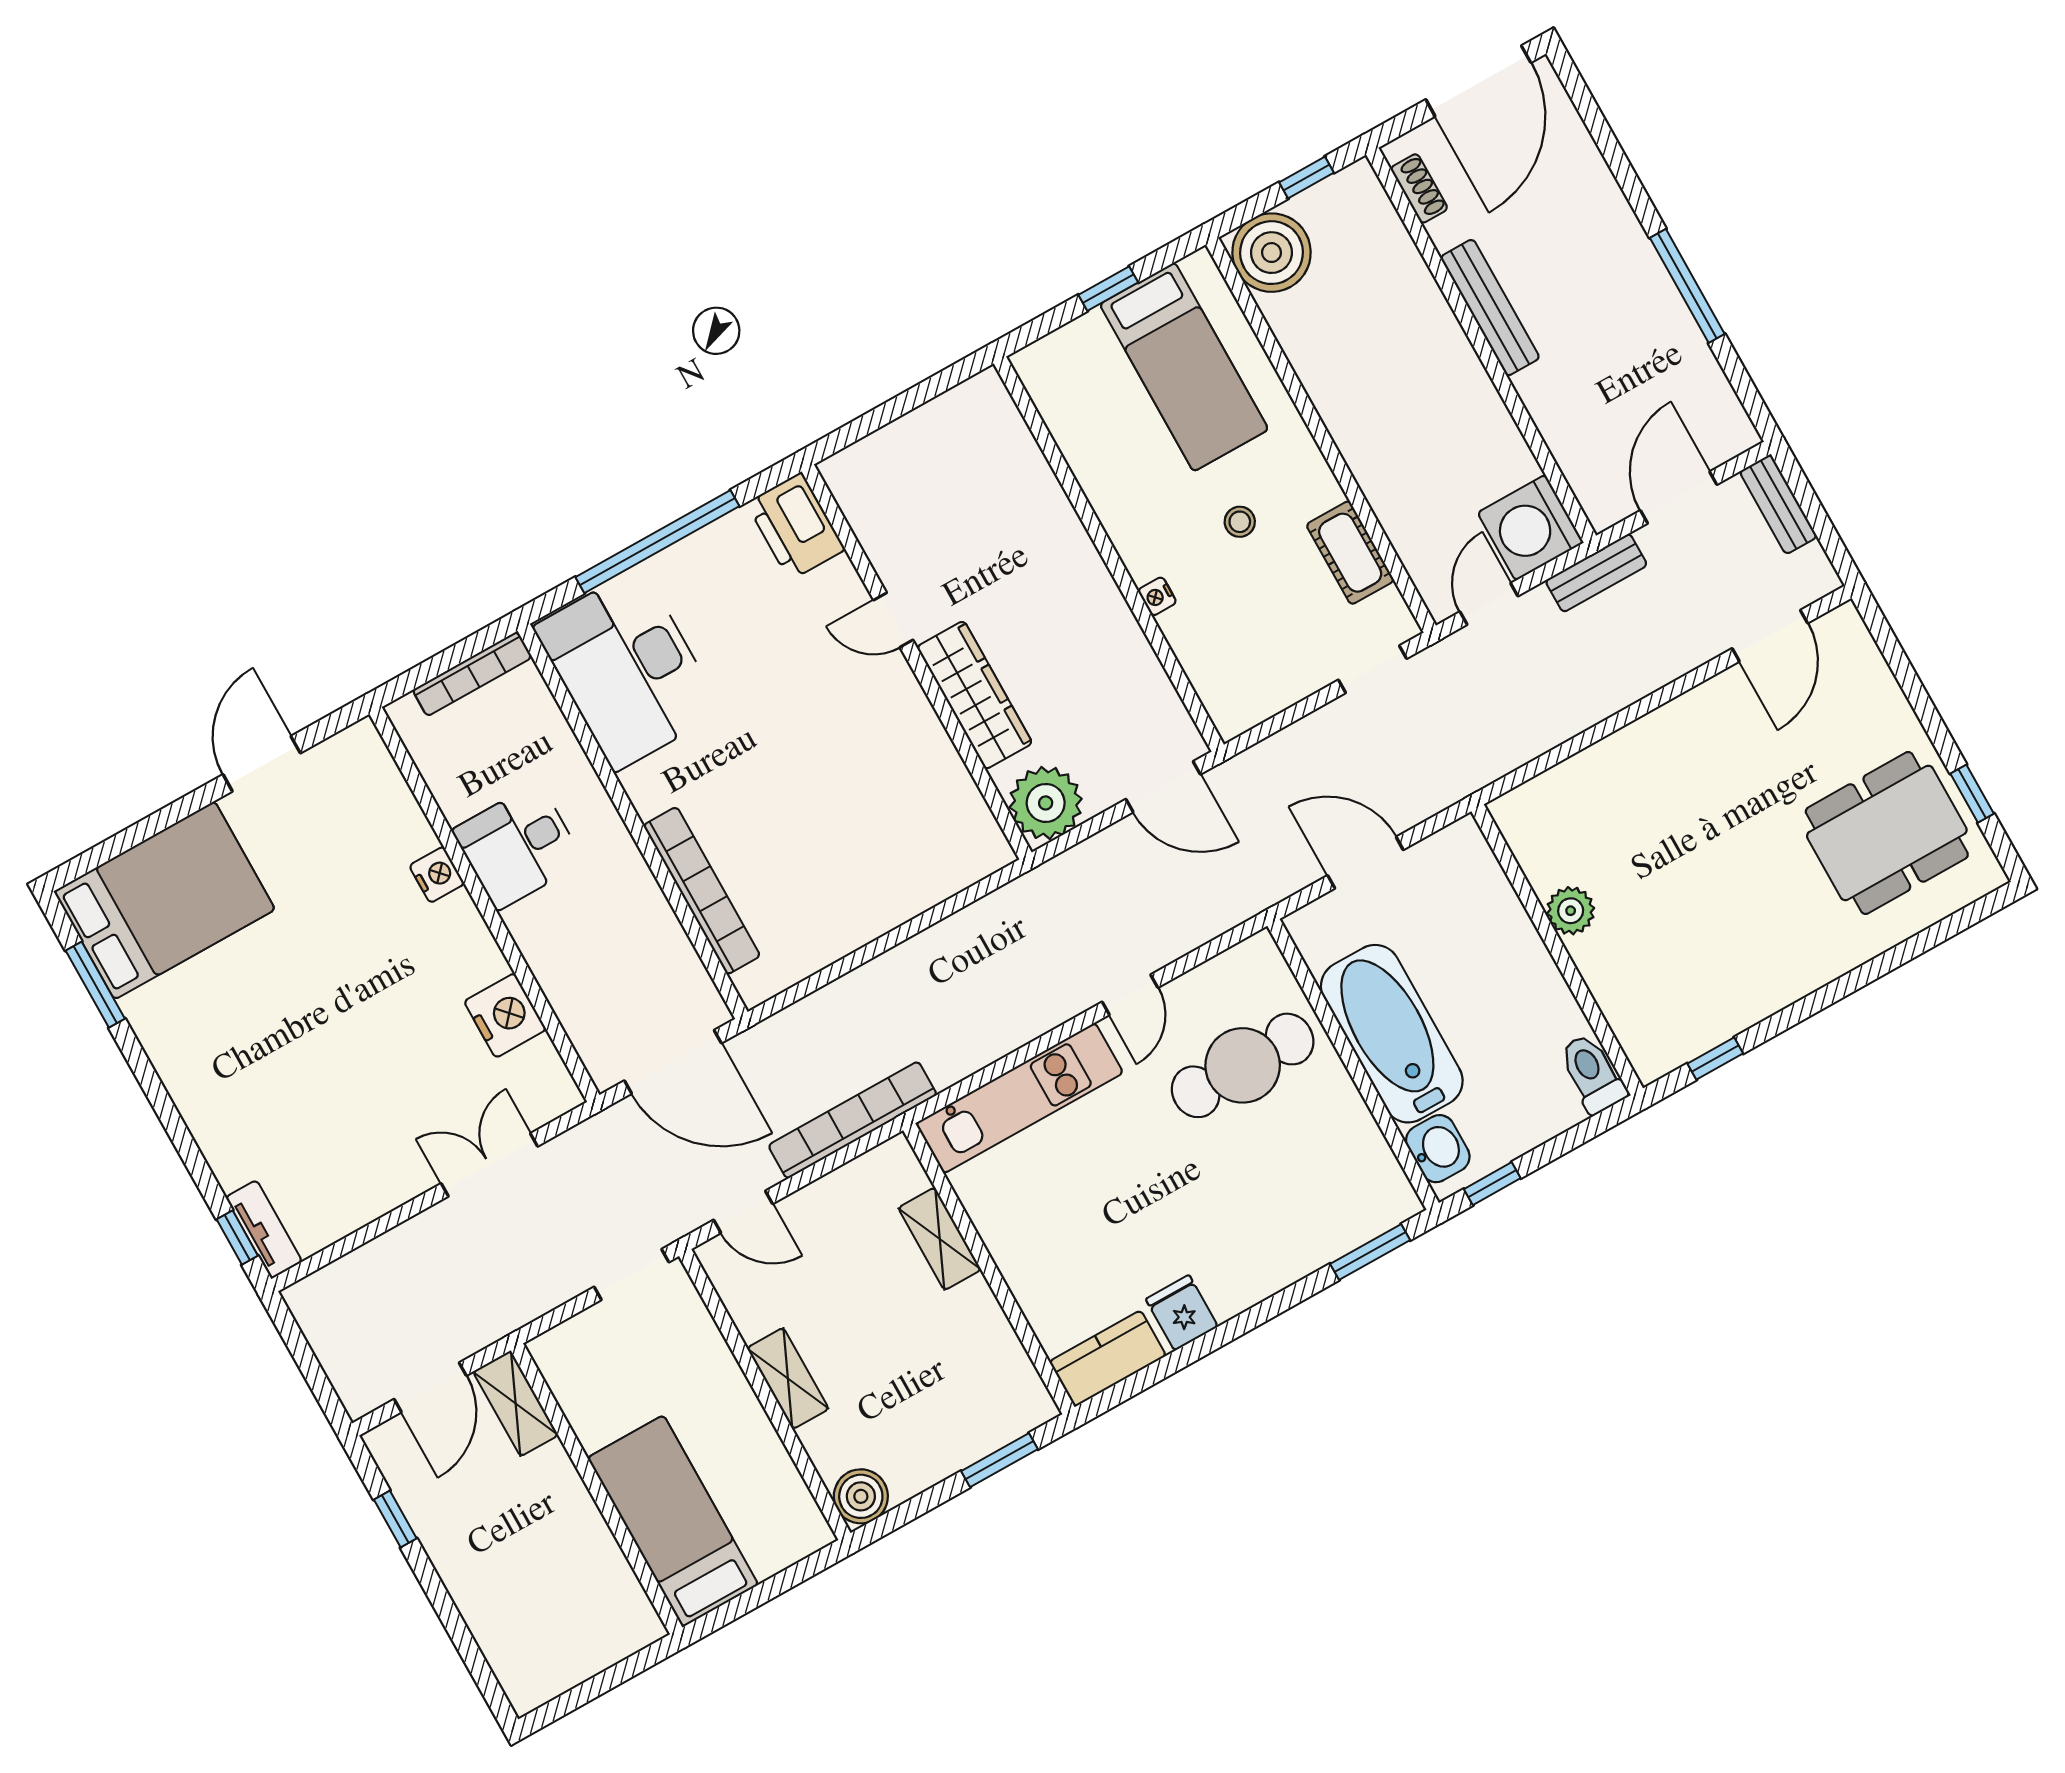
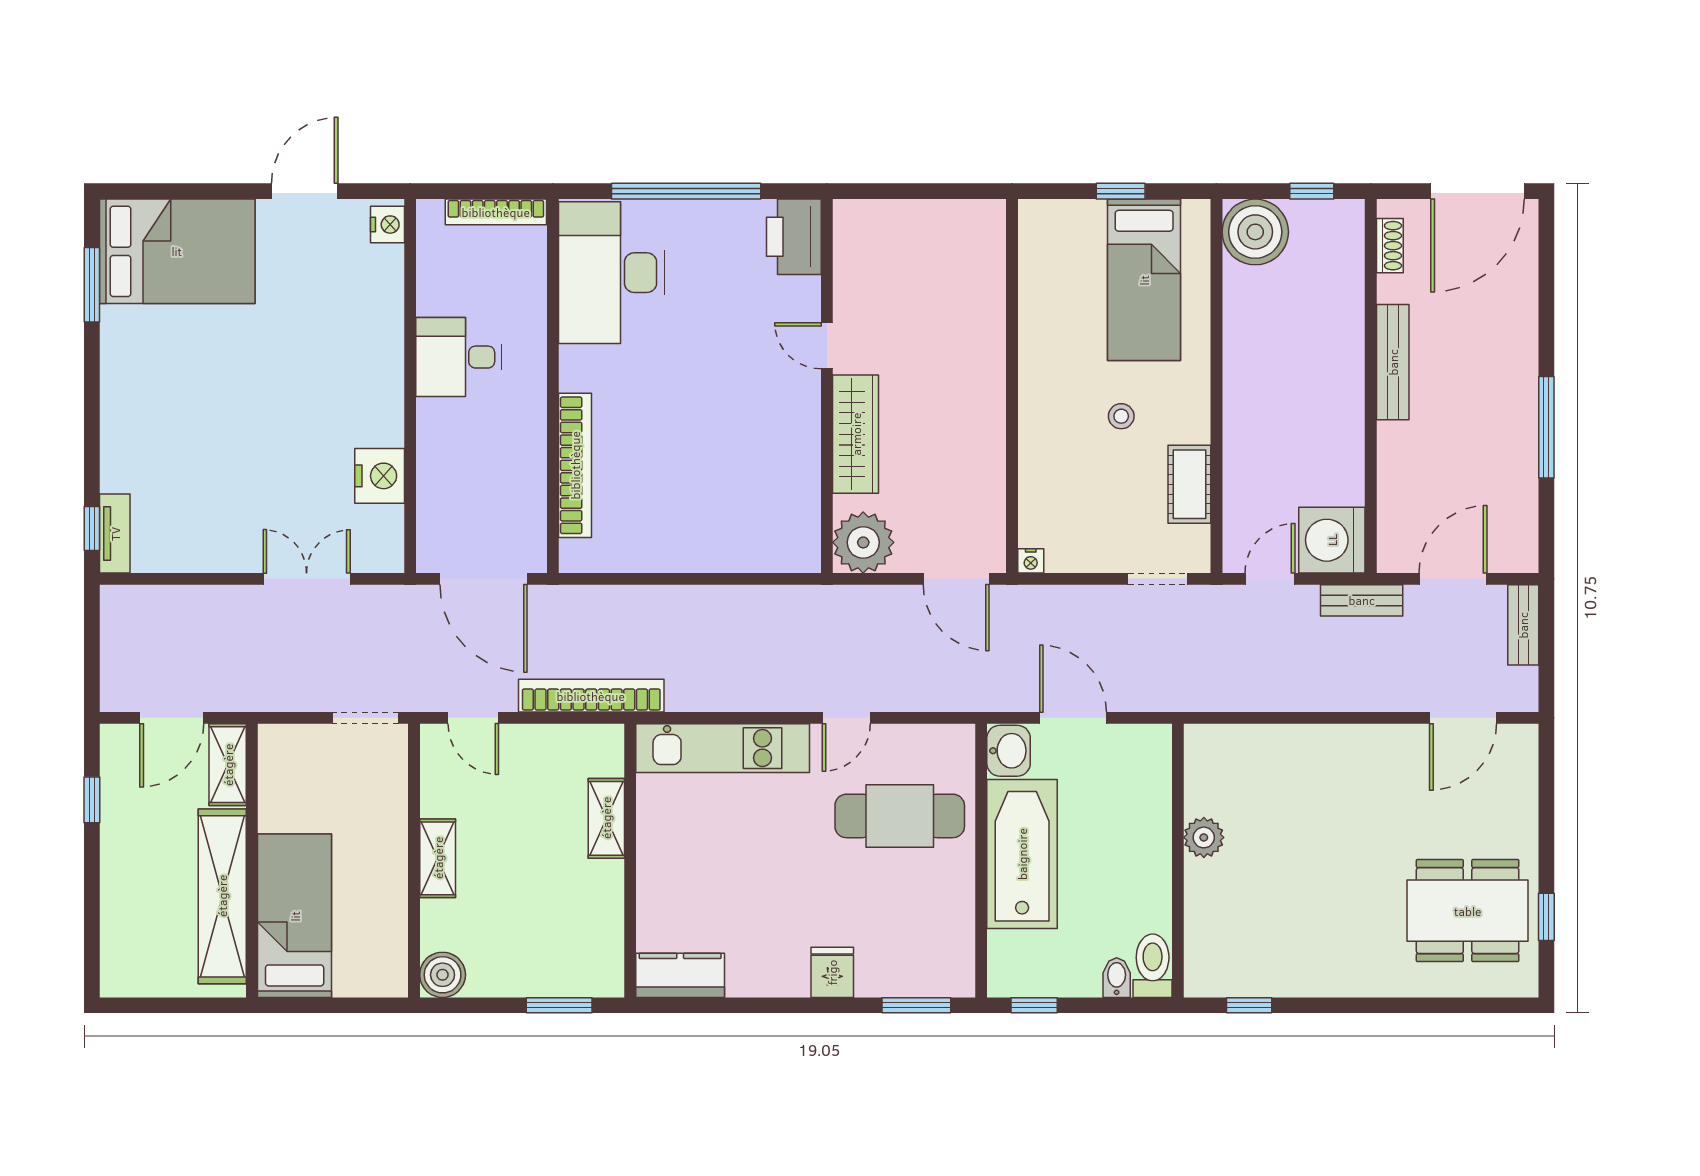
nightstand: (1157, 596) -> (1031, 561), moved, turned -90
nightstand: (437, 875) -> (387, 225), moved
bidet: (1562, 1107) -> (1117, 978), added
washbasin: (1438, 1149) -> (1009, 751), moved
fridge: (1182, 1313) -> (832, 972), moved
shelving: (587, 1543) -> (222, 896), added

